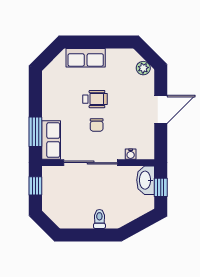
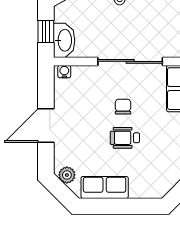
row of seats: (86, 58) -> (105, 187), moved
water cooler: (131, 154) -> (64, 72), moved

